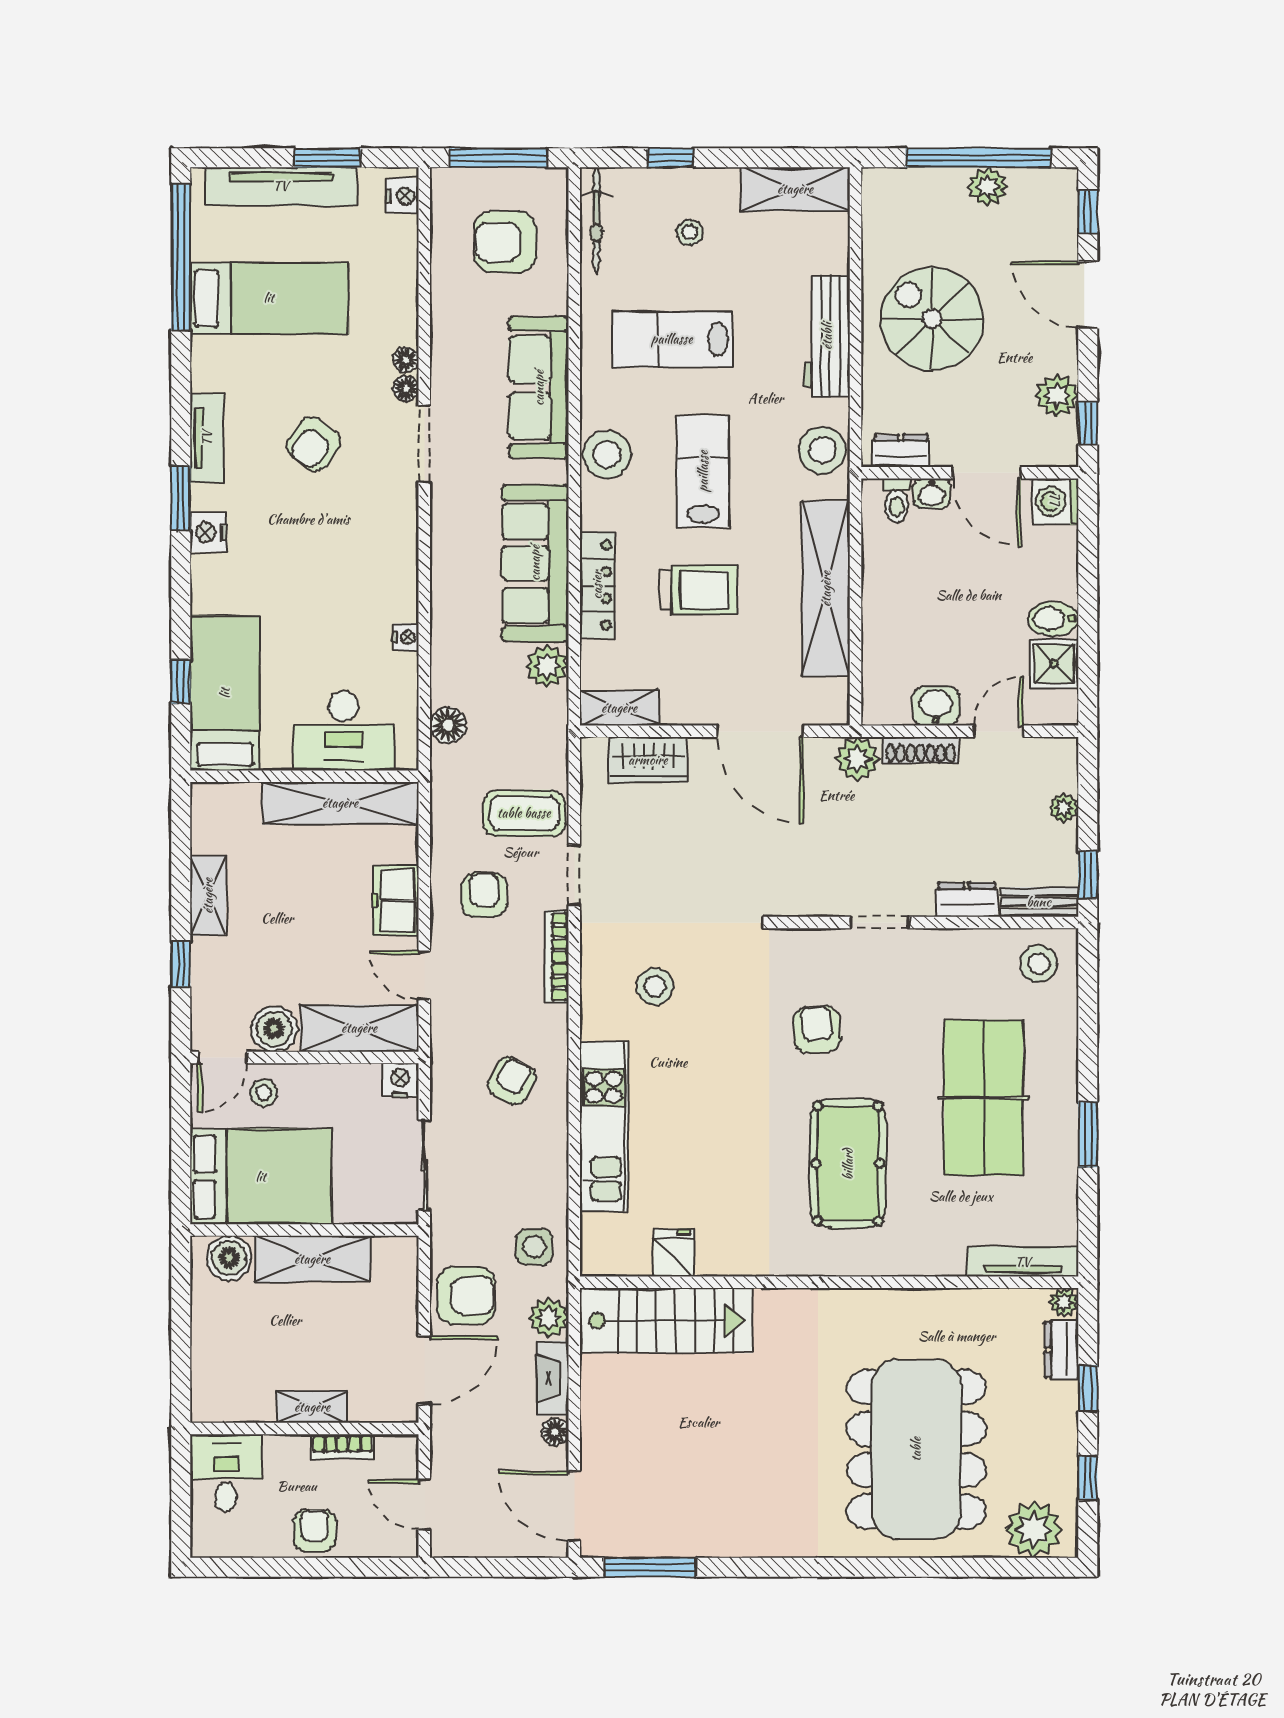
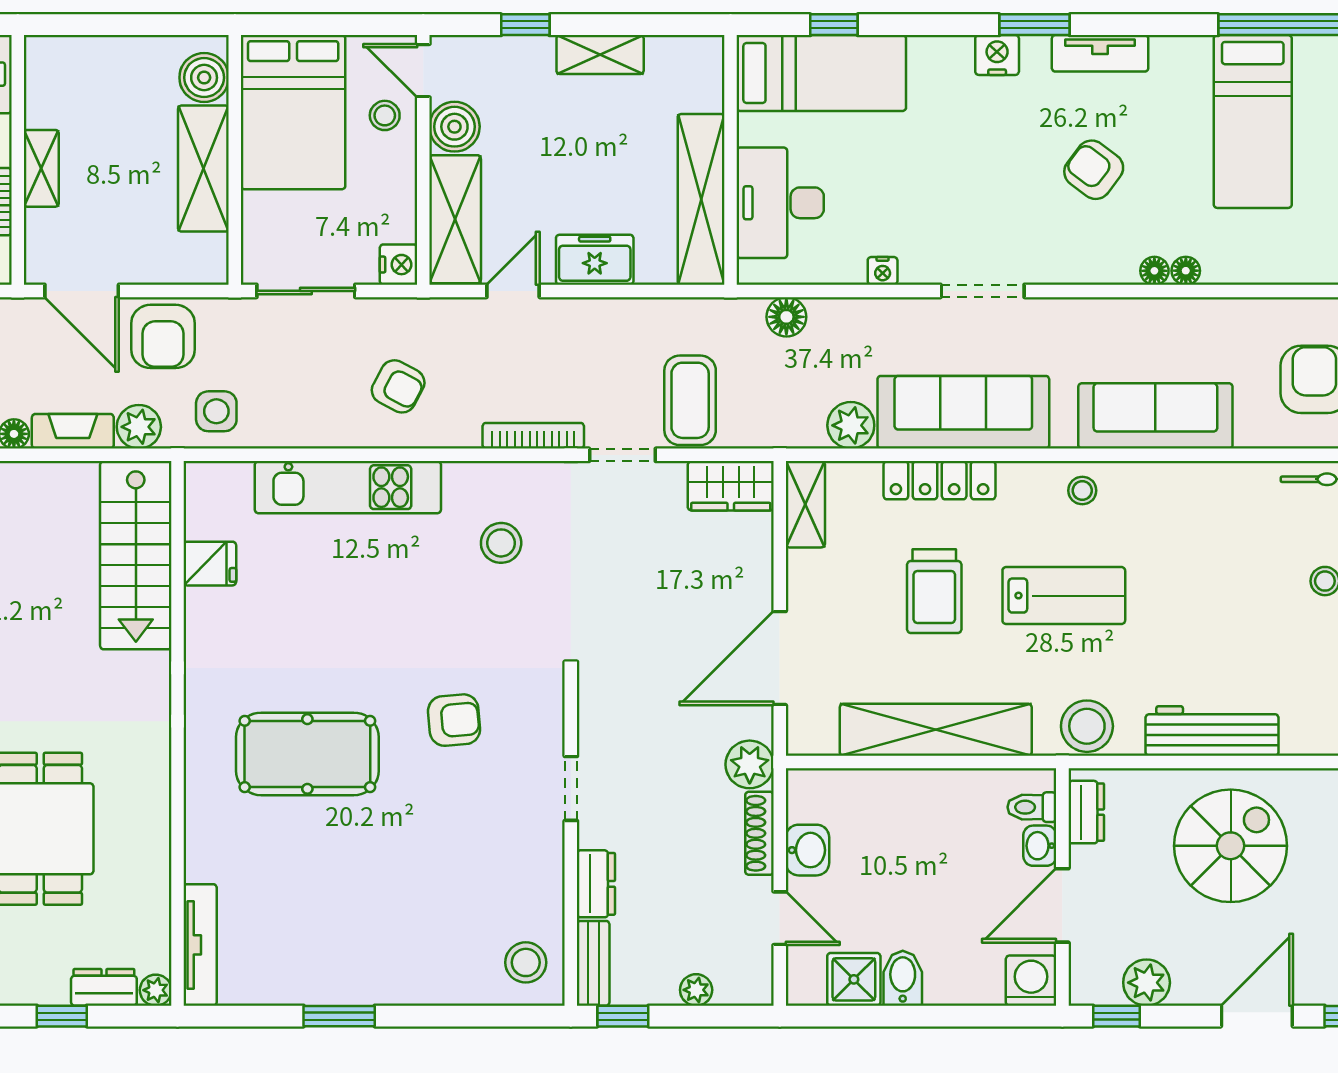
lab bench: (672, 339) -> (1208, 562), removed
doorway: (424, 444) -> (983, 291), moved
stool: (607, 454) -> (1082, 491), width x0.53, depth x0.53
wardrobe: (648, 760) -> (731, 486), moved, turned -90
armchair: (484, 895) -> (600, 356), removed
table tennis table: (984, 1098) -> (379, 902), removed

